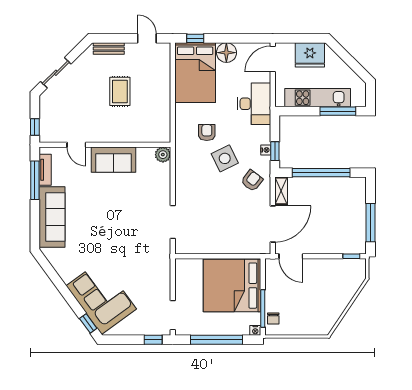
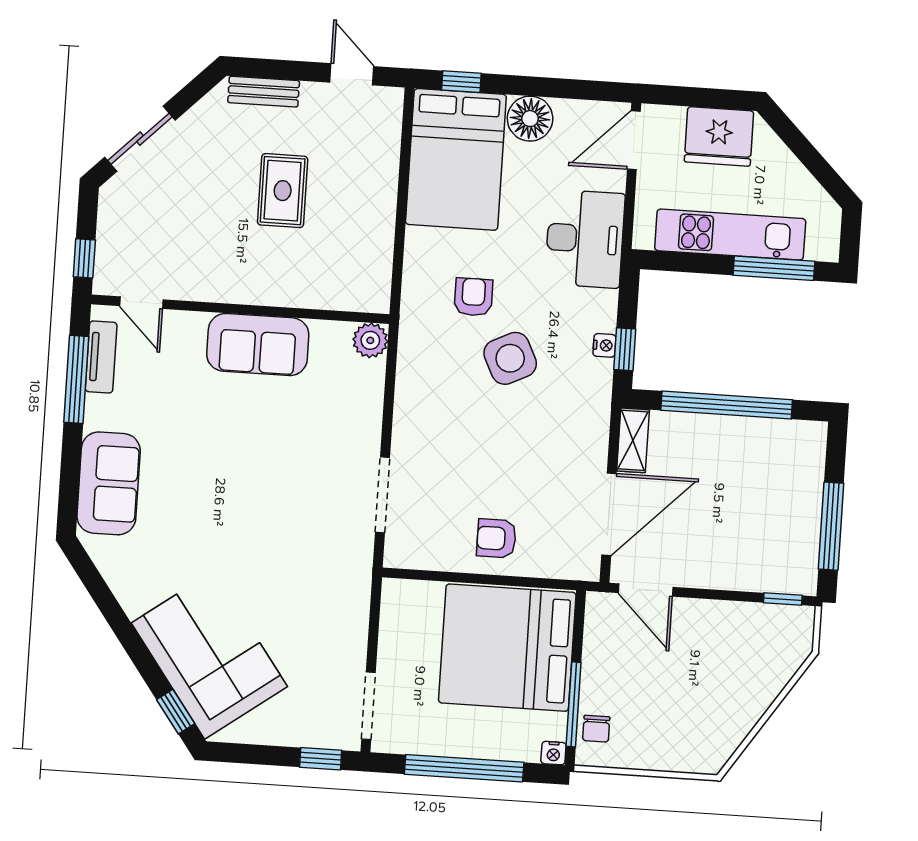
door: (76, 145) -> (141, 303), moved
armchair: (252, 181) -> (496, 538), moved, turned -128
sofa: (52, 217) -> (109, 483), width x0.73

